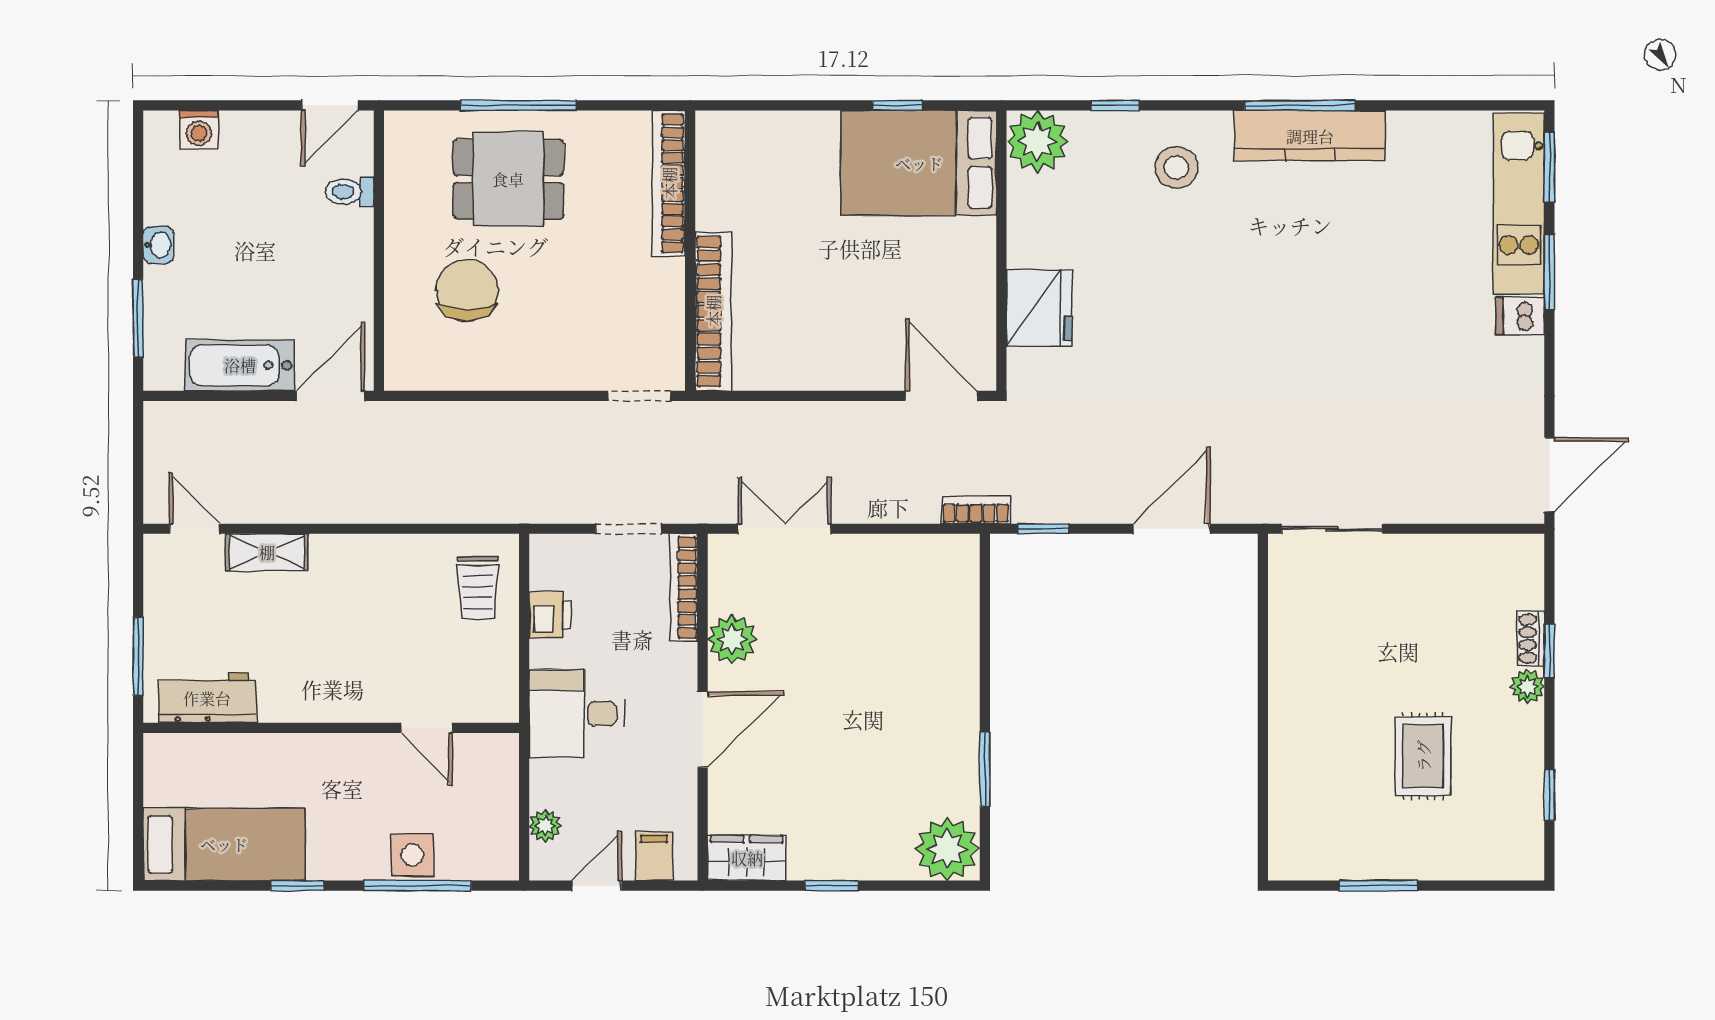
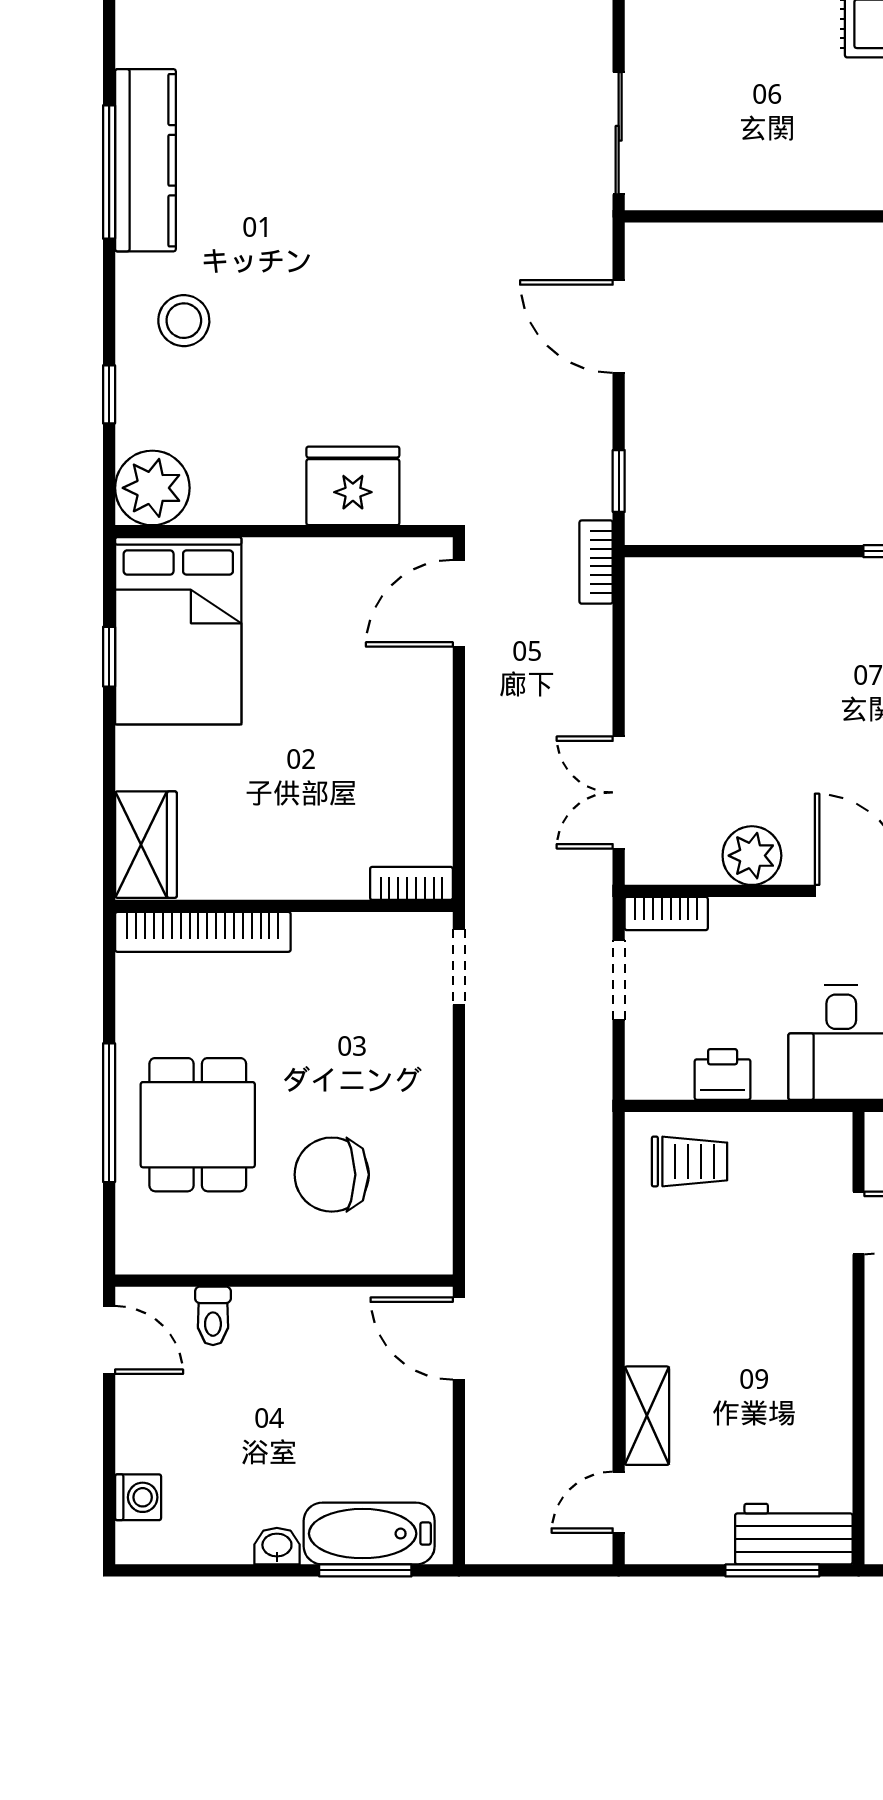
wardrobe: (741, 136) -> (146, 845), added
bookcase: (713, 311) -> (411, 883), width x0.43, depth x0.76
bathtub: (240, 365) -> (369, 1534), moved, turned 90
bookcase: (684, 588) -> (666, 914), width x0.64
workbench: (207, 698) -> (794, 1534), moved, turned 90

